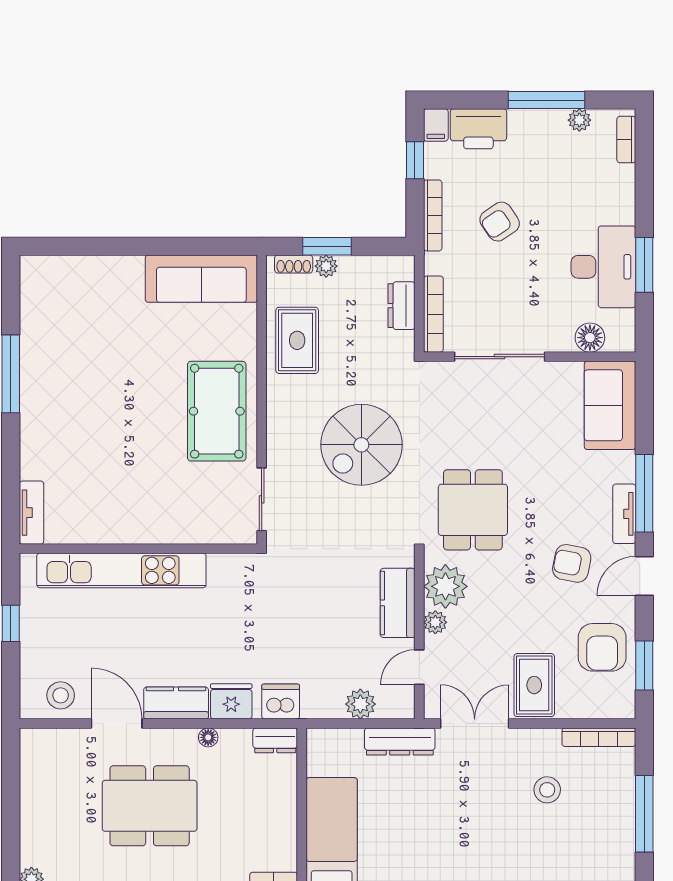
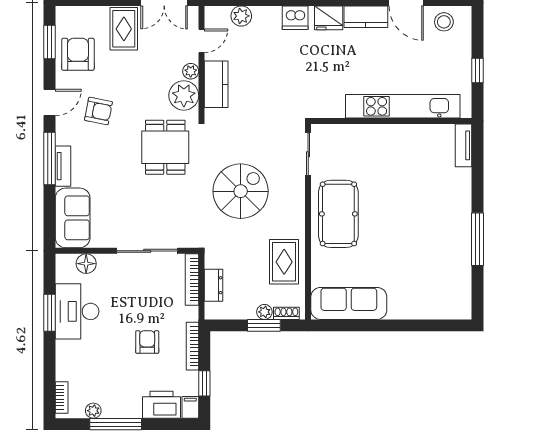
armchair: (500, 222) -> (147, 342), turned -56
tv unit: (624, 514) -> (63, 166), moved

